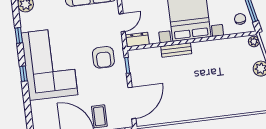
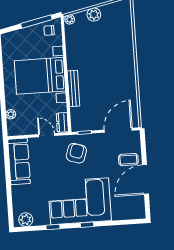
bench: (176, 50) -> (73, 89), width x1.36
armchair: (103, 57) -> (76, 153), turned -73
door: (132, 103) -> (118, 130), hinge flipped

